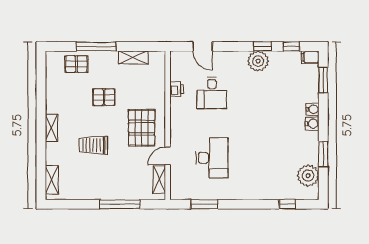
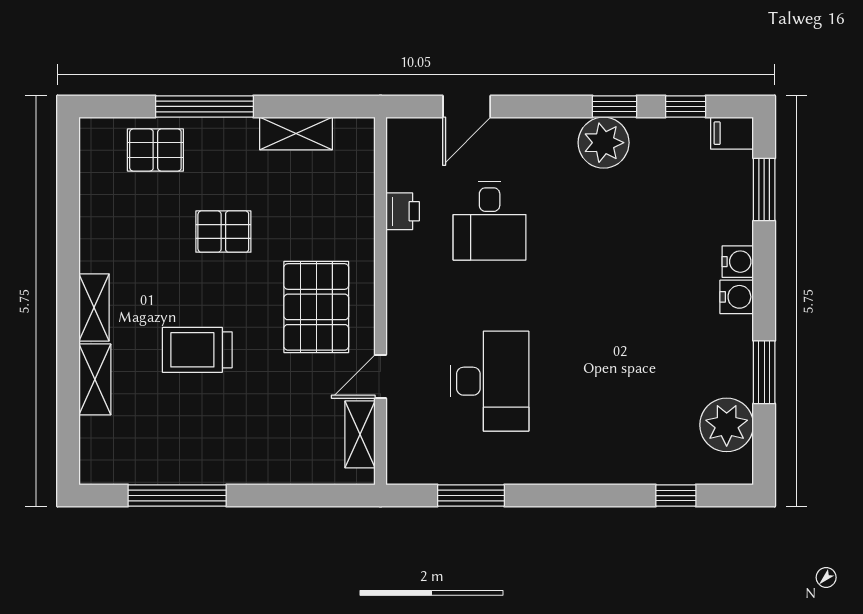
door: (203, 46) -> (467, 106), hinge flipped
shelving: (52, 180) -> (95, 379), moved
window: (120, 204) -> (177, 496), moved

